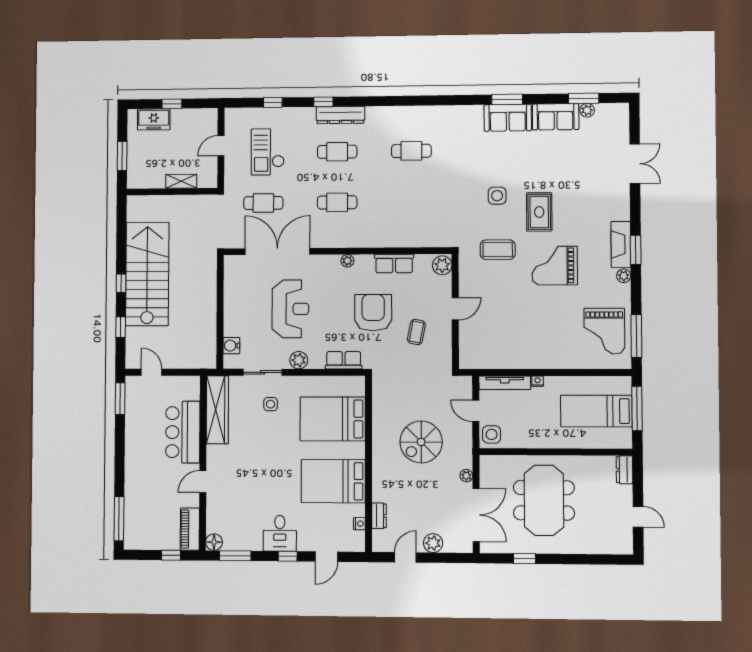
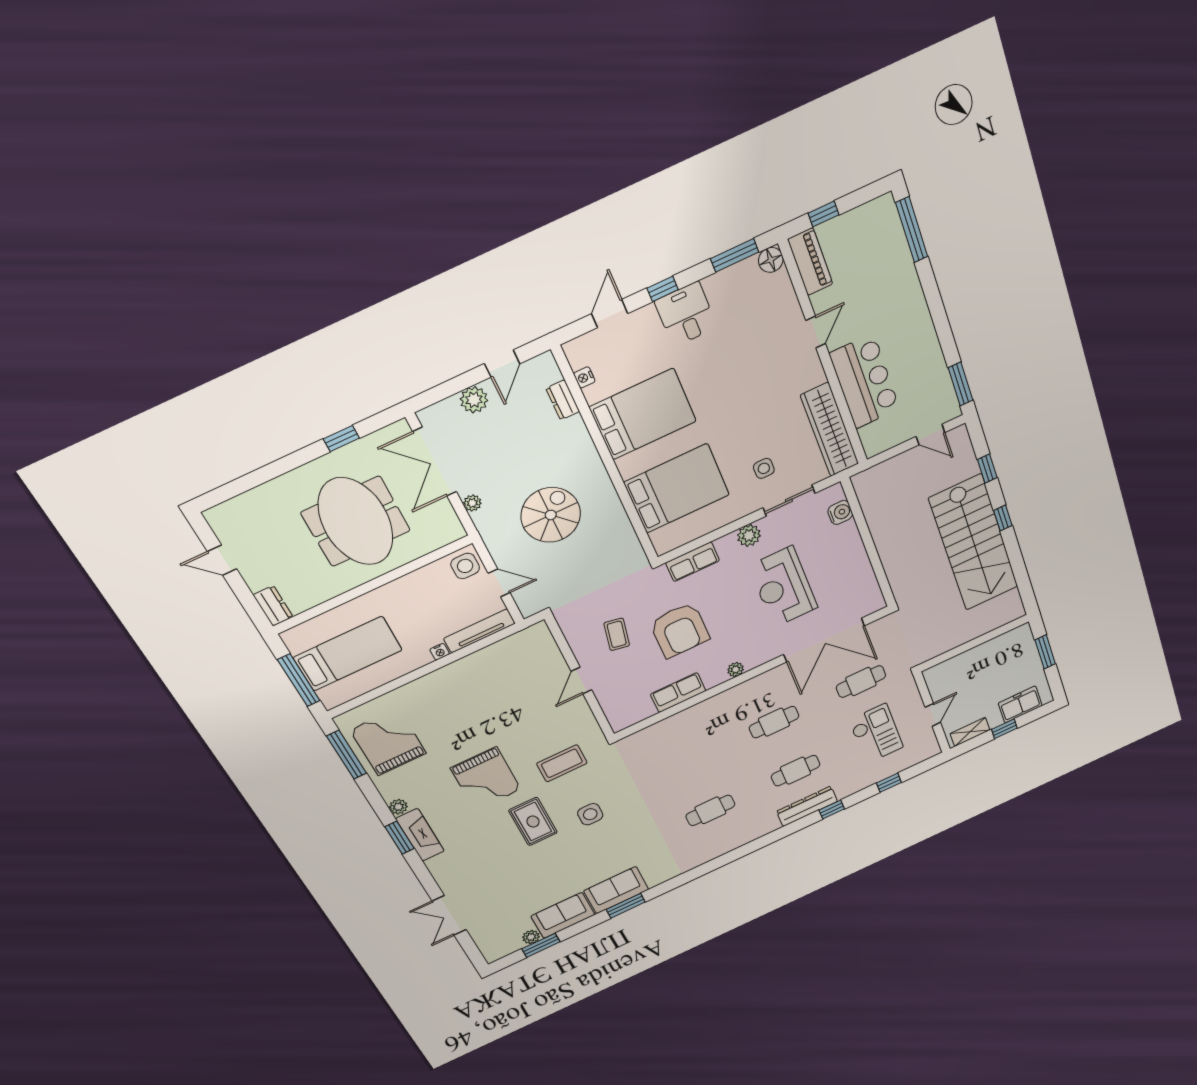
shelving: (181, 181) -> (970, 732), moved
plant: (442, 265) -> (620, 717), removed
grand piano: (555, 266) -> (486, 779), turned 90

